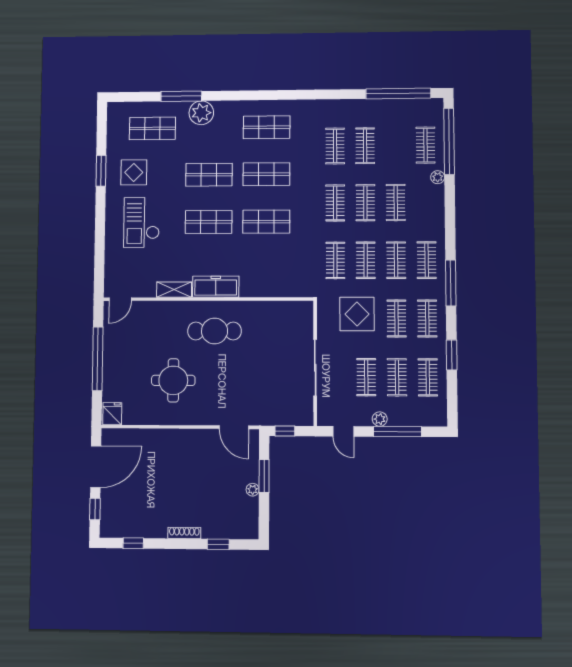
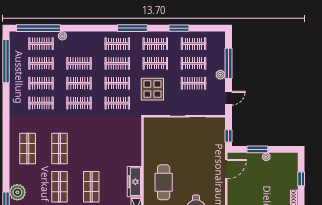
clothes rail: (395, 145) -> (41, 63), added
shop shelf: (266, 222) -> (91, 148), removed

